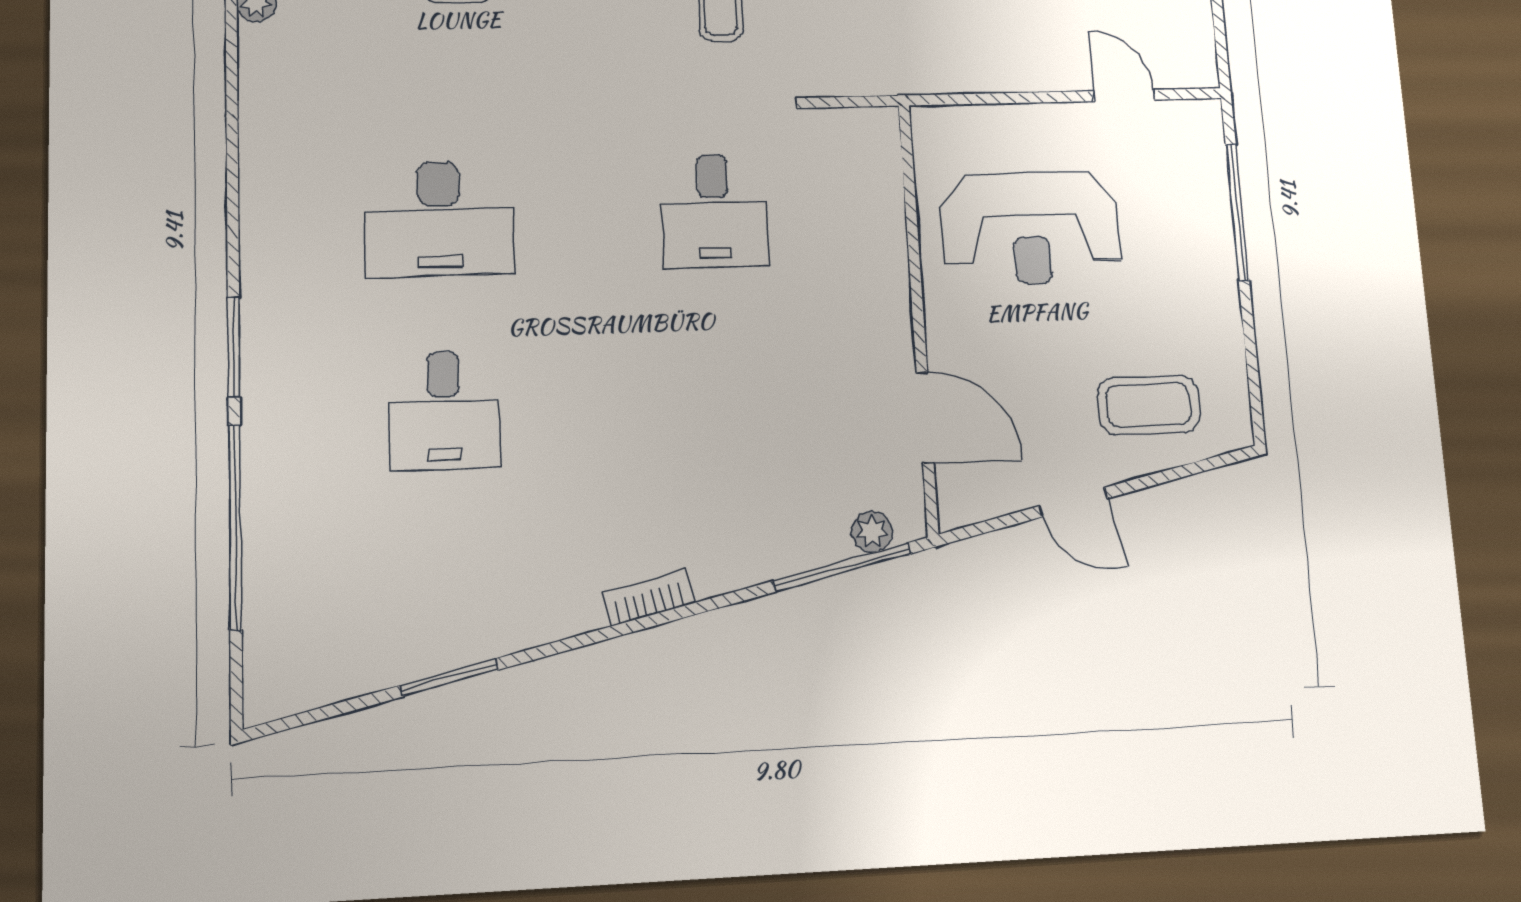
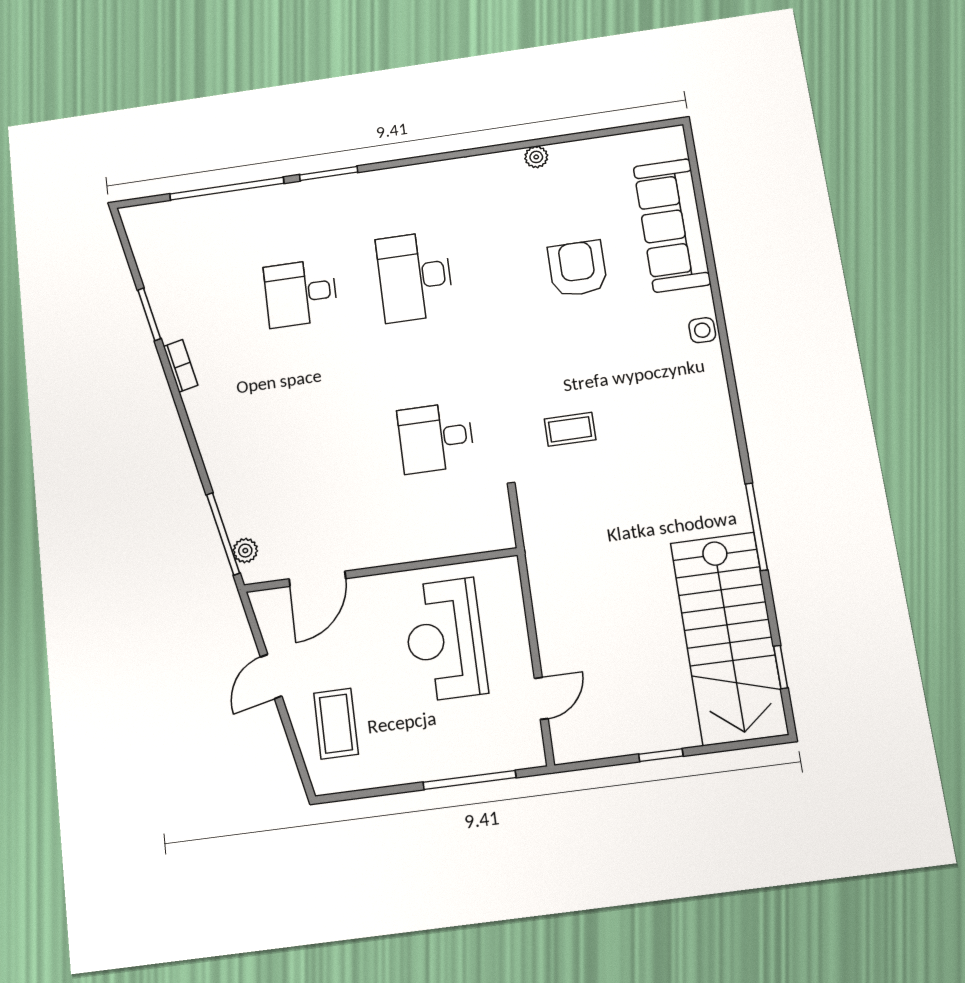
bookcase: (648, 598) -> (181, 366), moved

